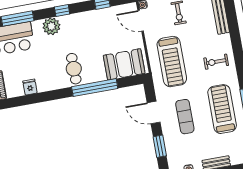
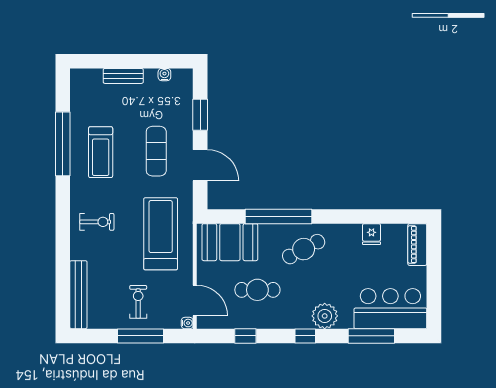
cafe table: (100, 36) -> (257, 290), added
cafe table: (74, 69) -> (304, 249), turned 62
treadmill: (222, 109) -> (101, 152), width x0.73, depth x0.73

